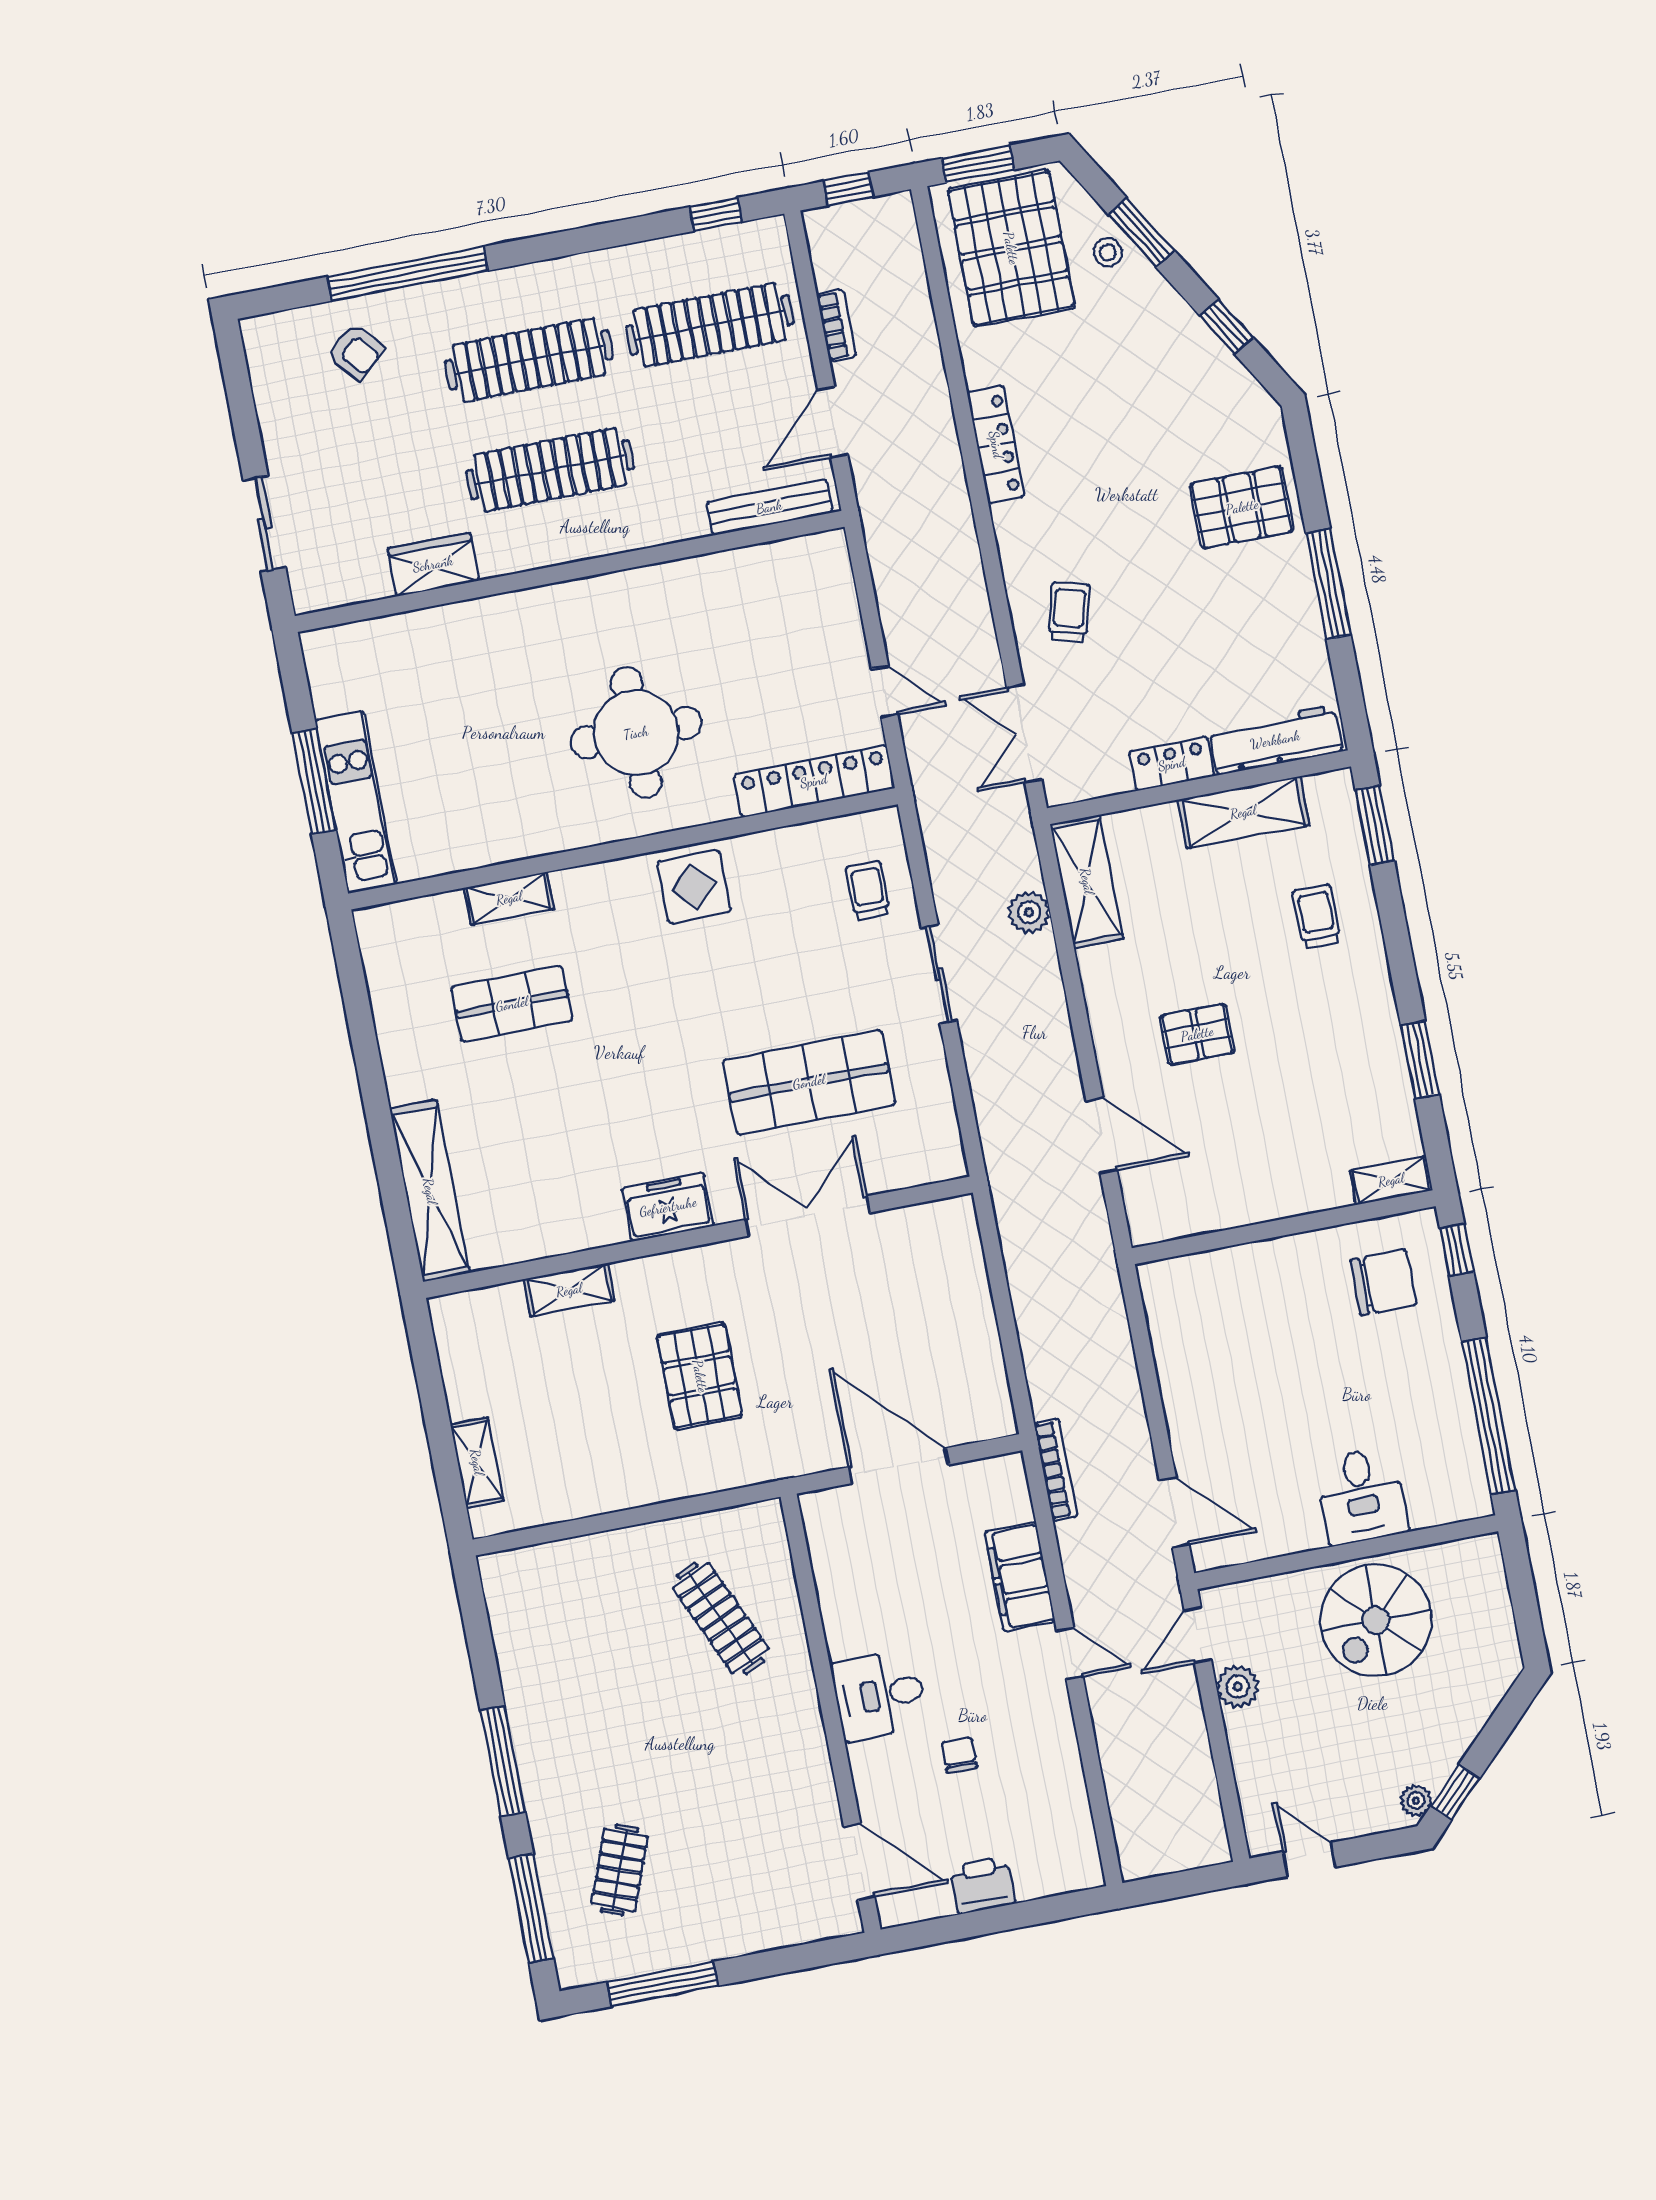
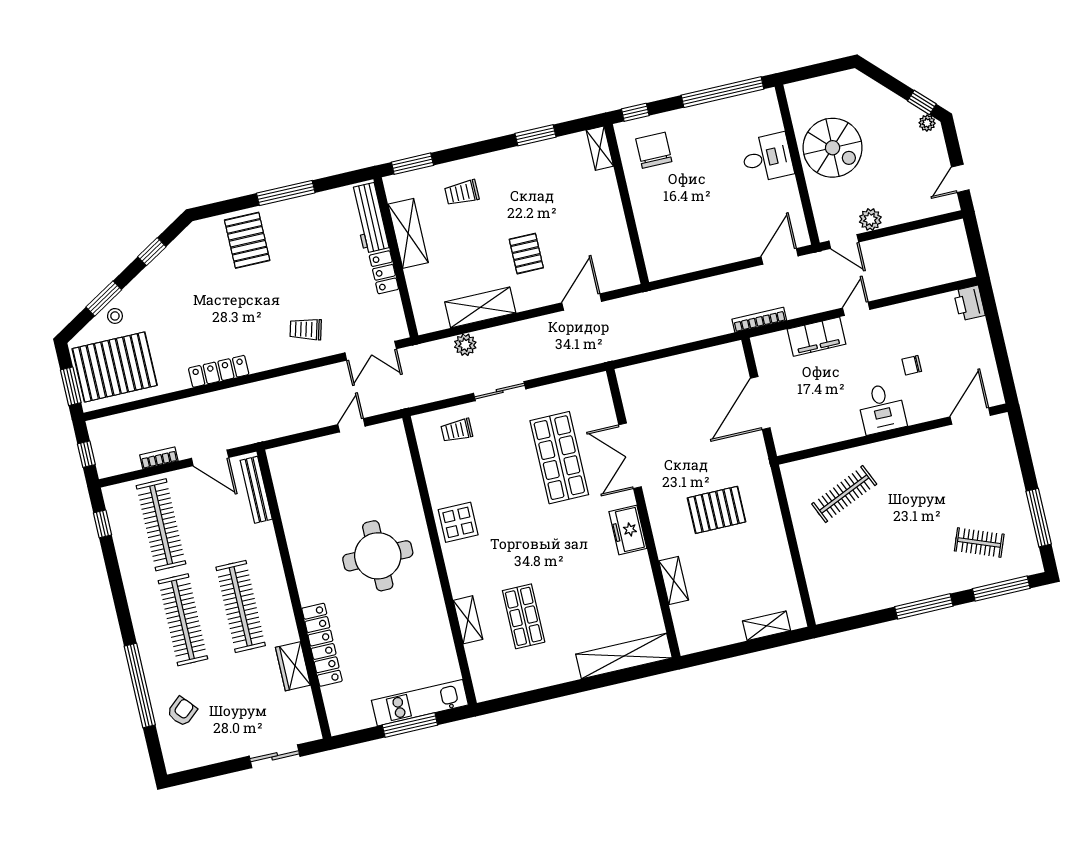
locker: (814, 781) -> (322, 645), moved, turned 180
shelving: (1087, 881) -> (480, 307), moved
printer: (982, 1885) -> (969, 303), moved

